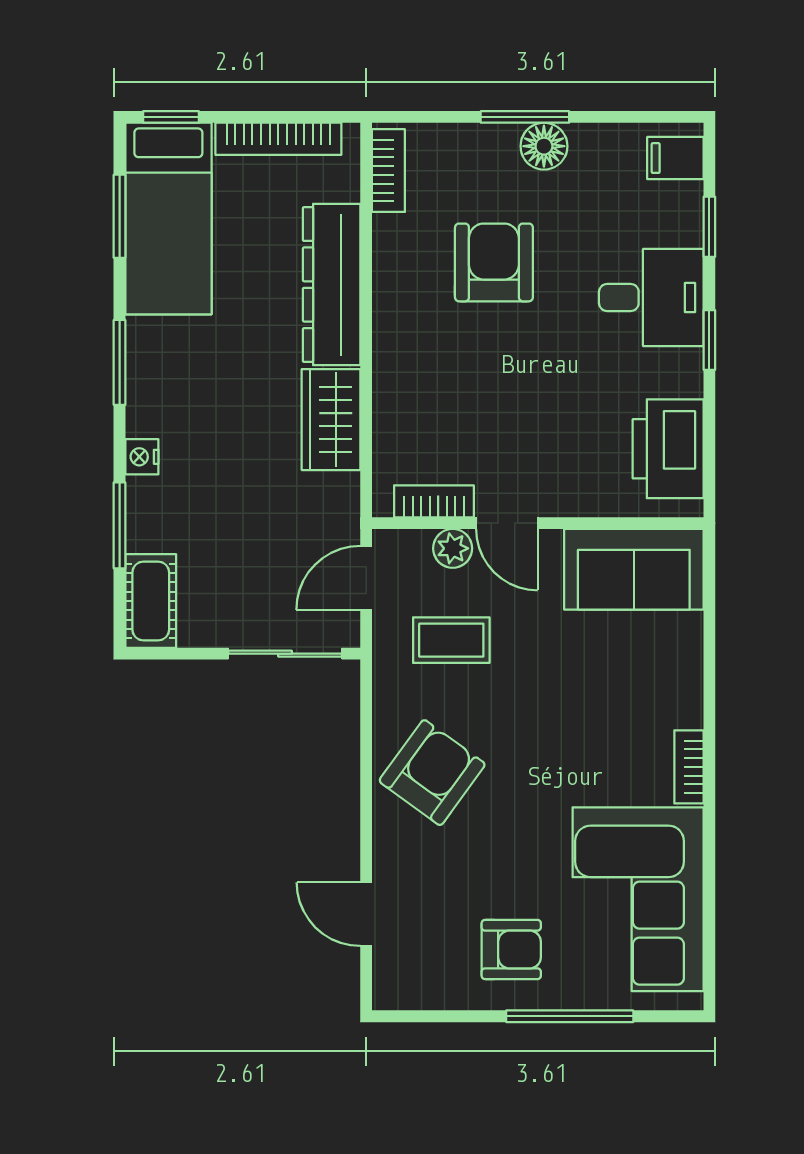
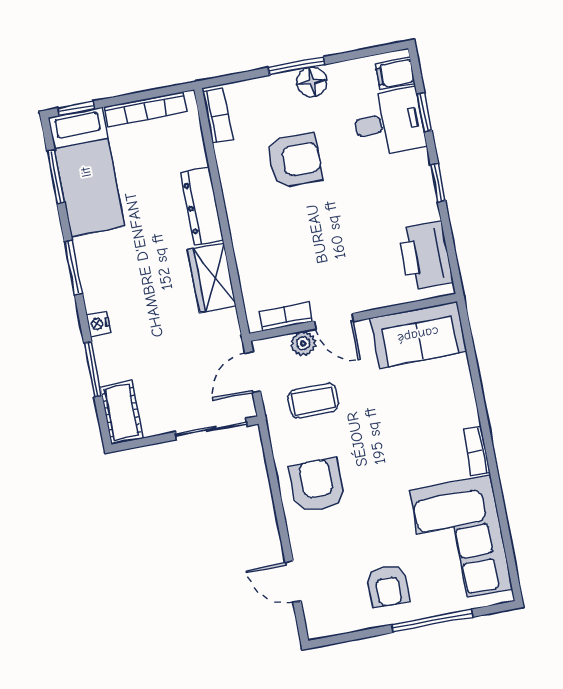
armchair: (494, 262) -> (294, 160), turned 90
dresser: (332, 285) -> (202, 206), width x0.73, depth x0.80
desk: (651, 298) -> (389, 122), moved
armchair: (432, 773) -> (317, 485), turned -36
armchair: (511, 950) -> (388, 586), turned 90

